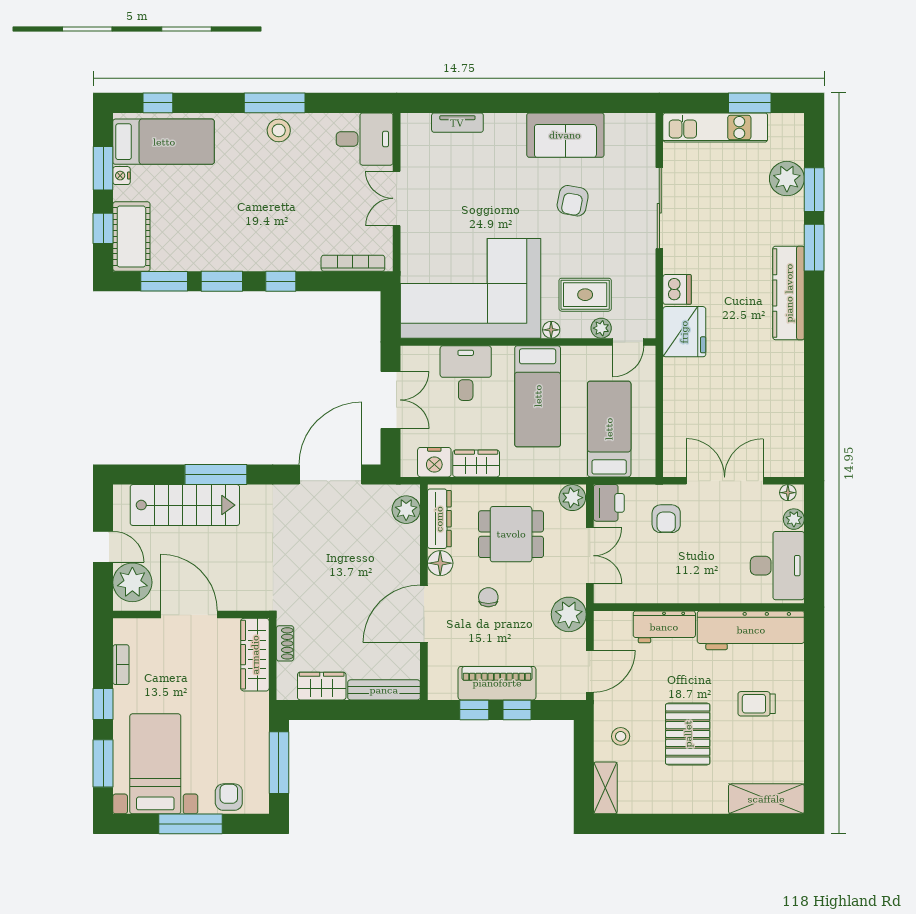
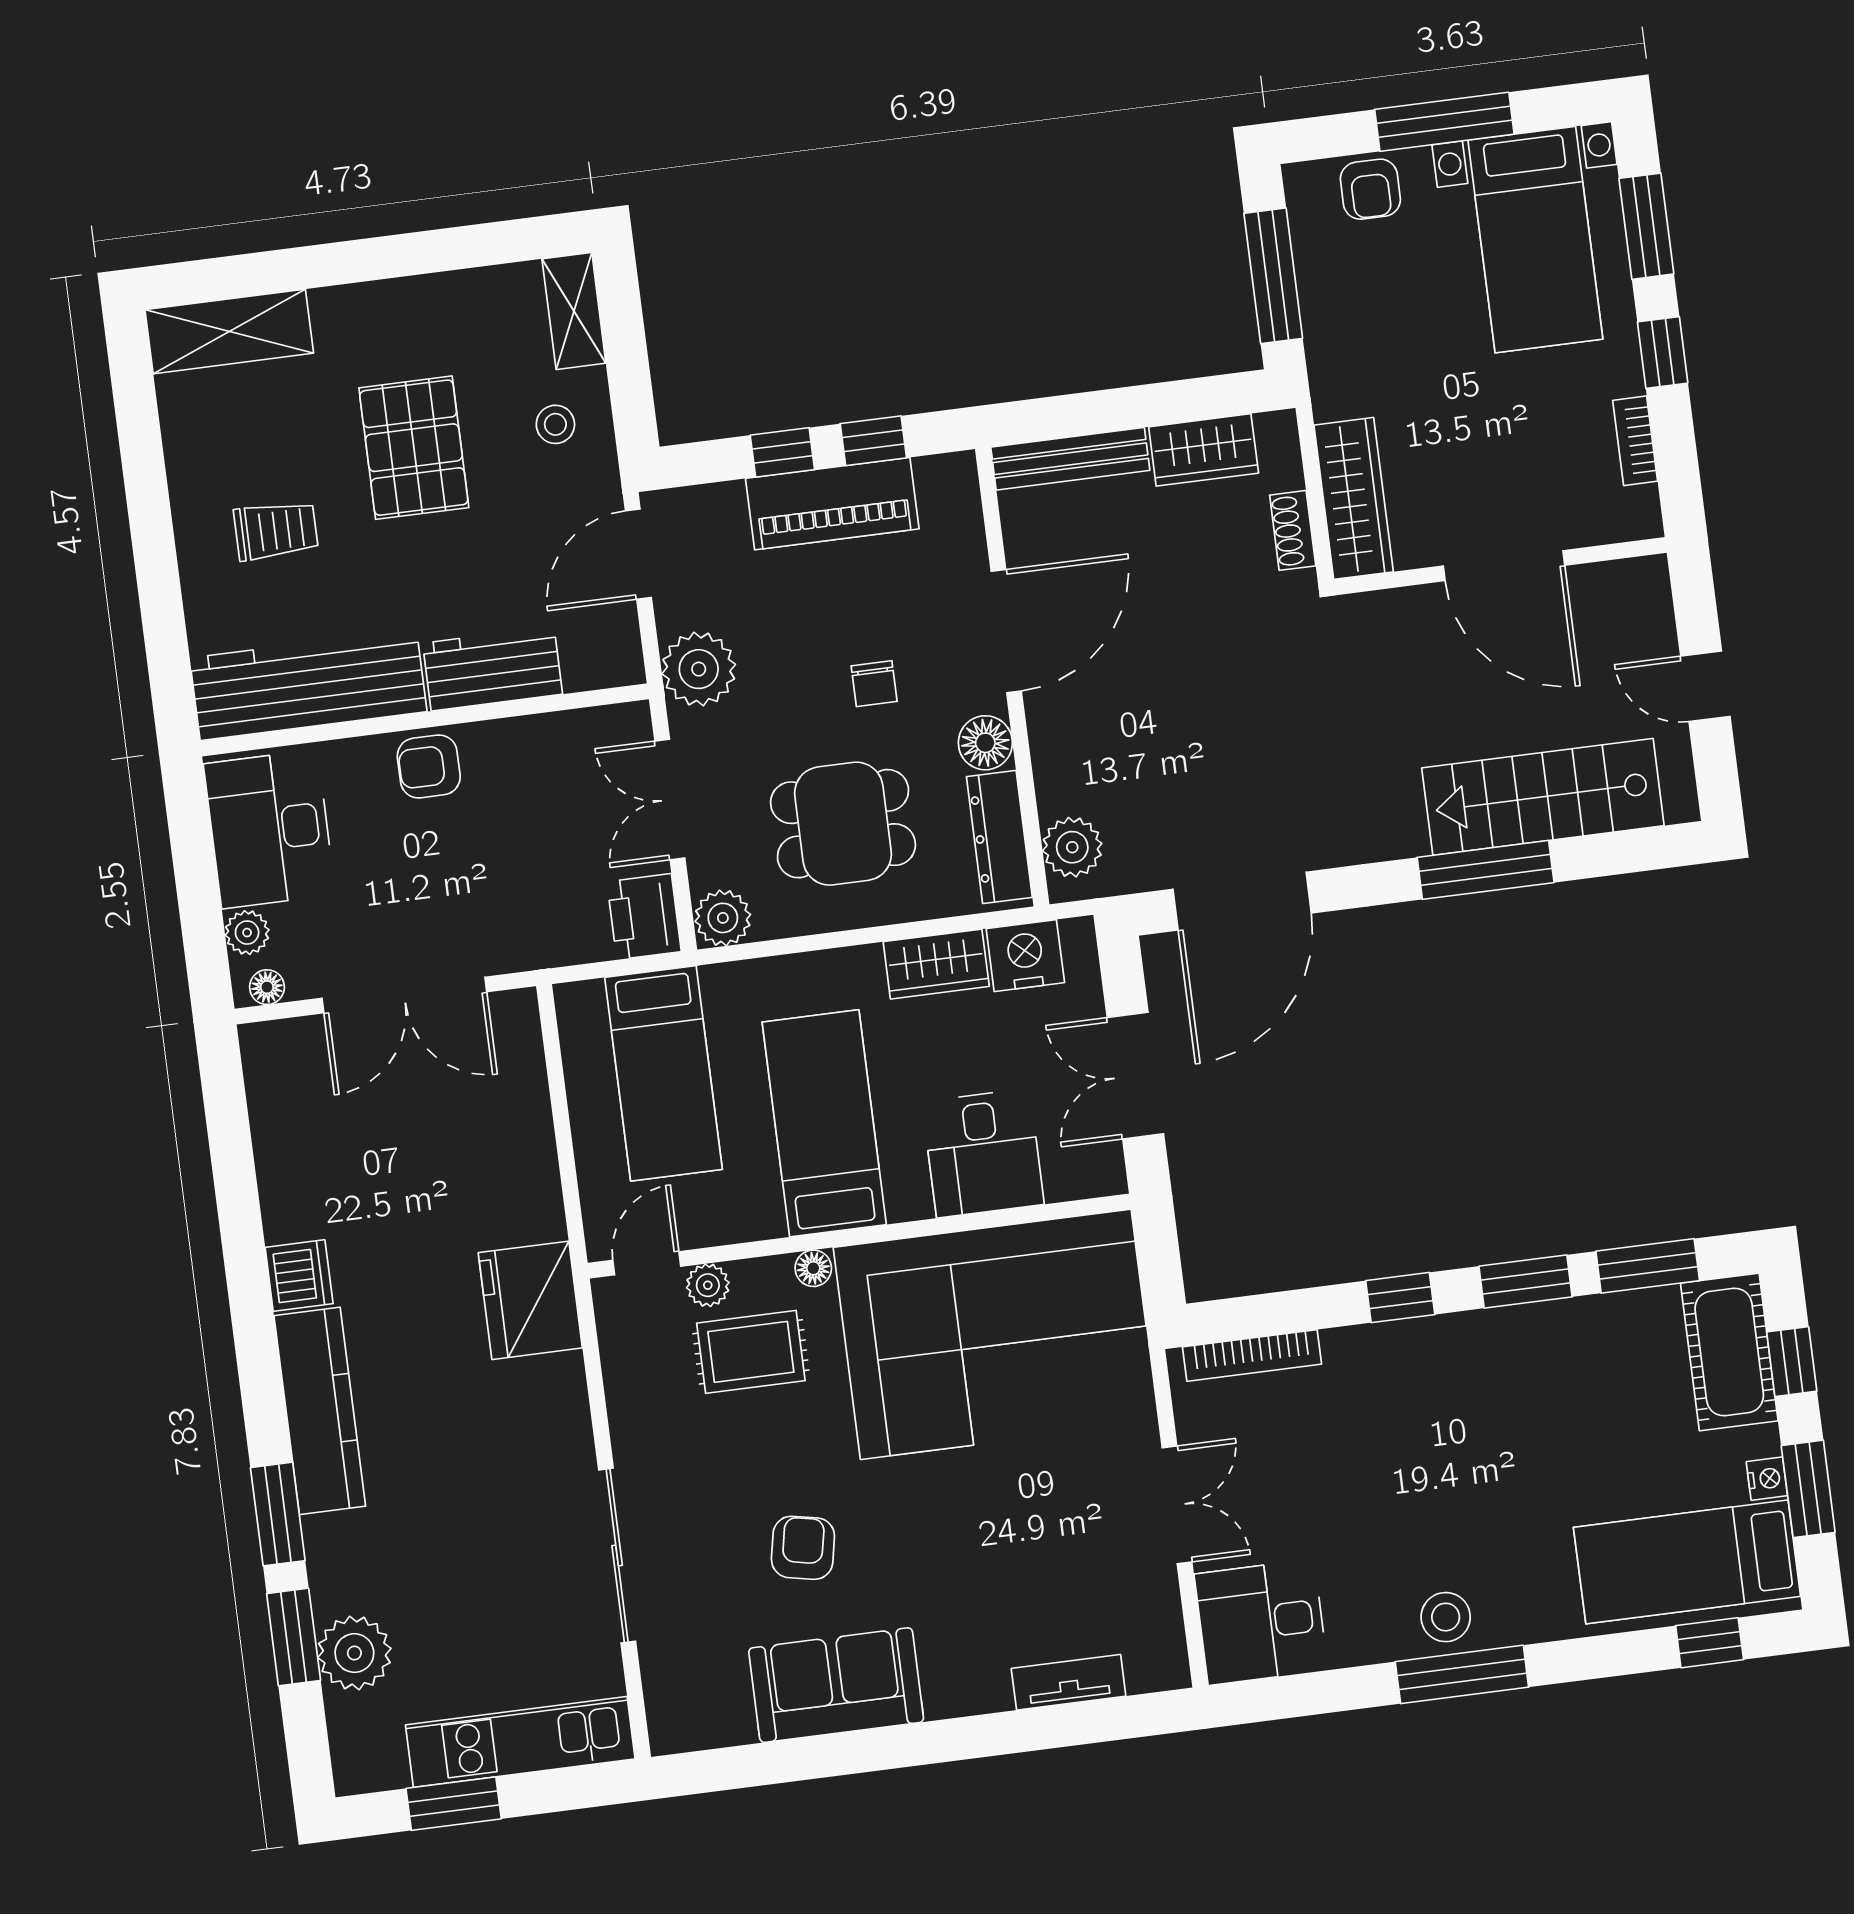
dishwasher: (677, 289) -> (299, 1276), moved, turned 180
armchair: (666, 519) -> (429, 766), moved, turned -90
plant: (132, 582) -> (1633, 619), removed

